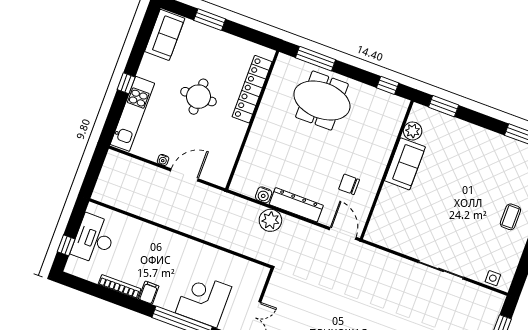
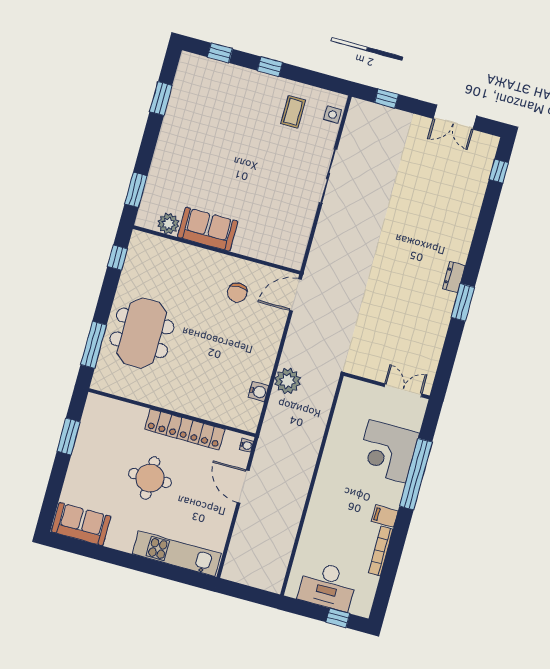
window: (210, 20) -> (68, 436), moved
window: (126, 83) -> (142, 564), removed
locker: (252, 89) -> (185, 429), moved
water cooler: (163, 160) -> (246, 445), moved
dresser: (296, 205) -> (267, 352), removed
coffee table: (510, 217) -> (293, 112), moved, turned 90

